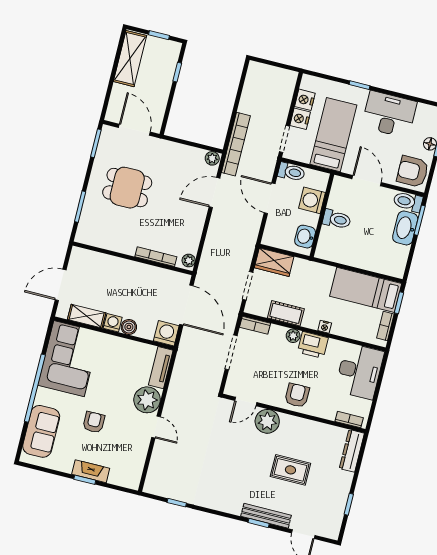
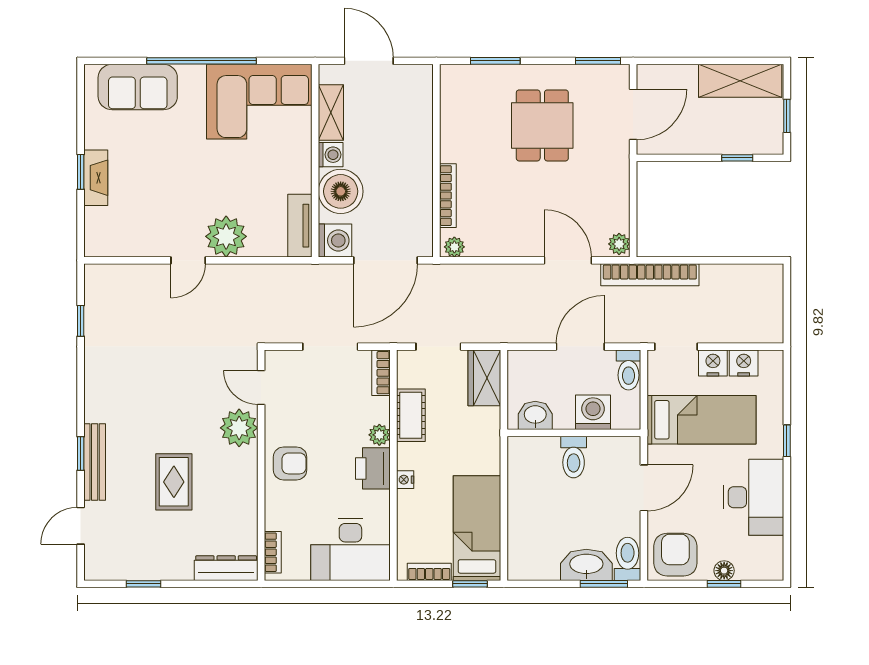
boiler: (129, 327) -> (341, 191), width x1.86, depth x1.86
tv unit: (161, 368) -> (300, 226), moved, turned -90
armchair: (94, 422) -> (172, 164), removed

